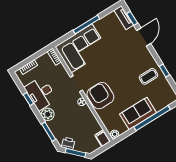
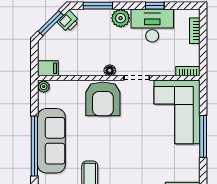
armchair: (100, 96) -> (103, 99), turned 90
sofa: (138, 113) -> (51, 141), width x1.36

